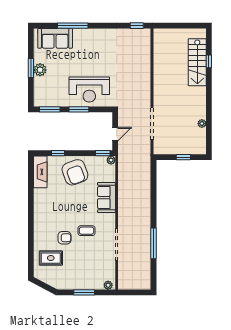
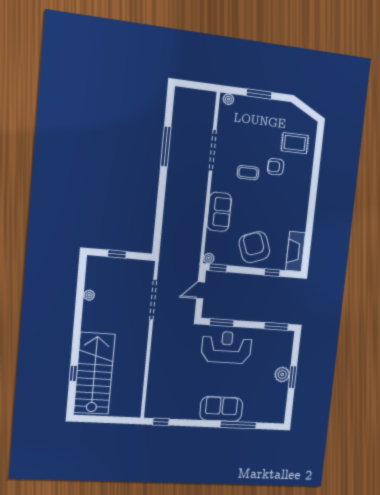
sofa: (55, 38) -> (221, 409), moved
stairs: (197, 62) -> (94, 373), width x1.36, depth x1.51
window: (79, 109) -> (222, 323), moved

